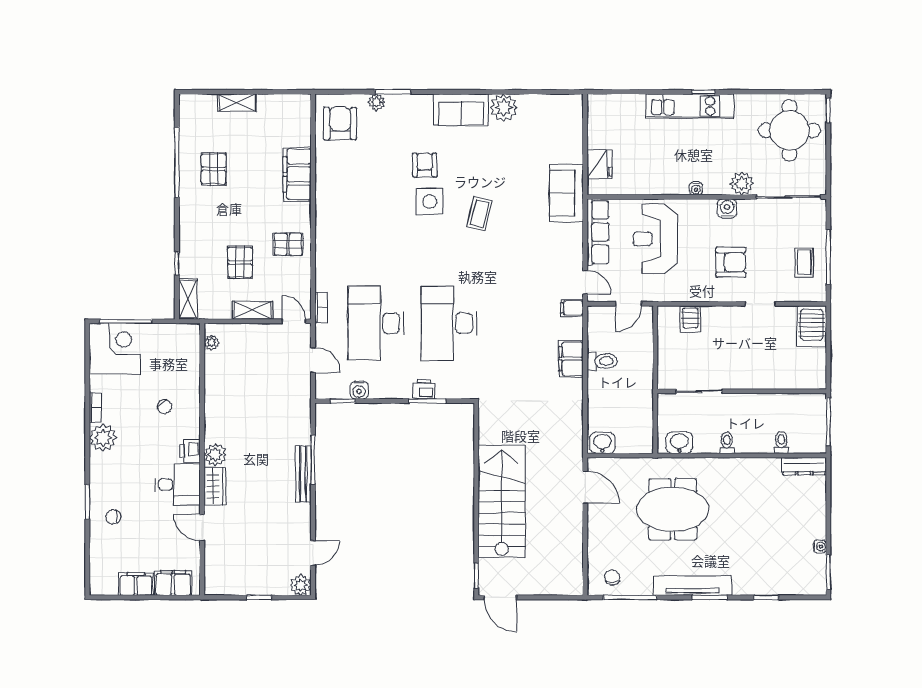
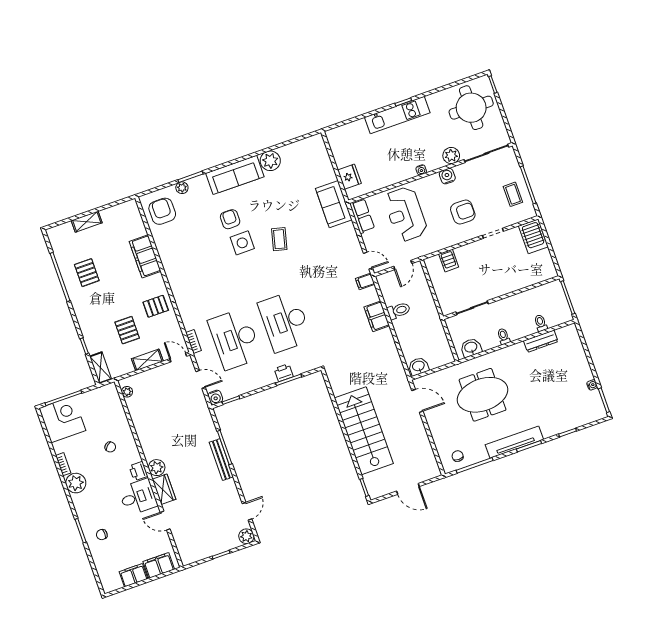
sofa: (461, 110) -> (235, 175), width x1.36
row of seats: (598, 232) -> (362, 216), width x0.68
water cooler: (359, 390) -> (215, 397), moved
dresser: (804, 466) -> (541, 341), moved
door: (500, 597) -> (408, 489), moved

